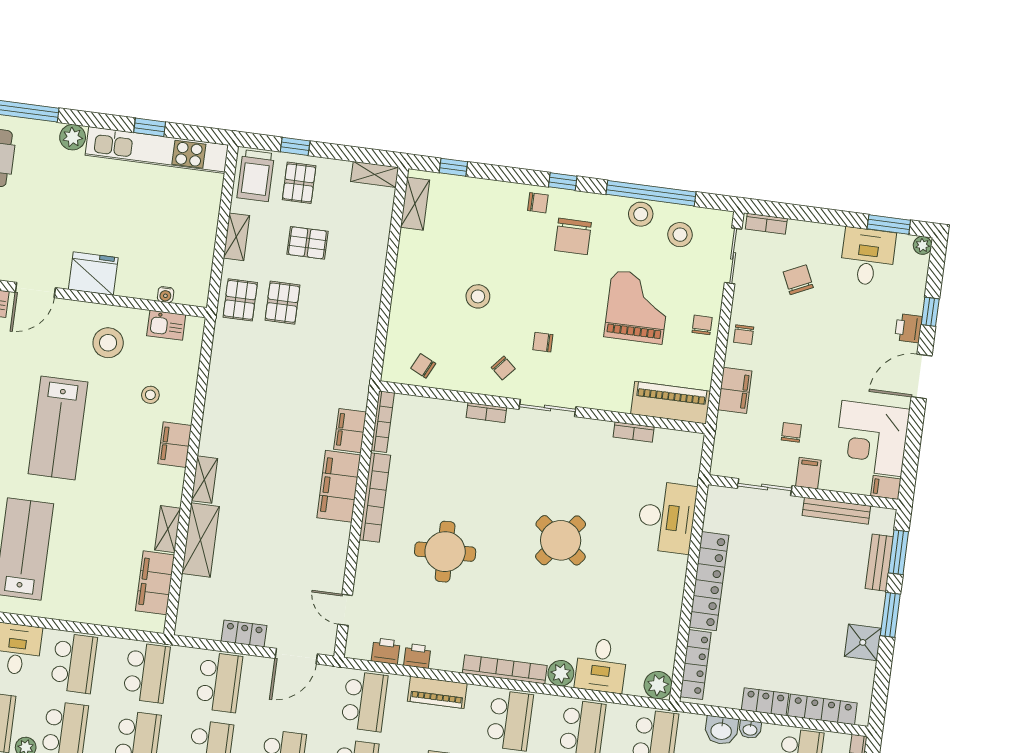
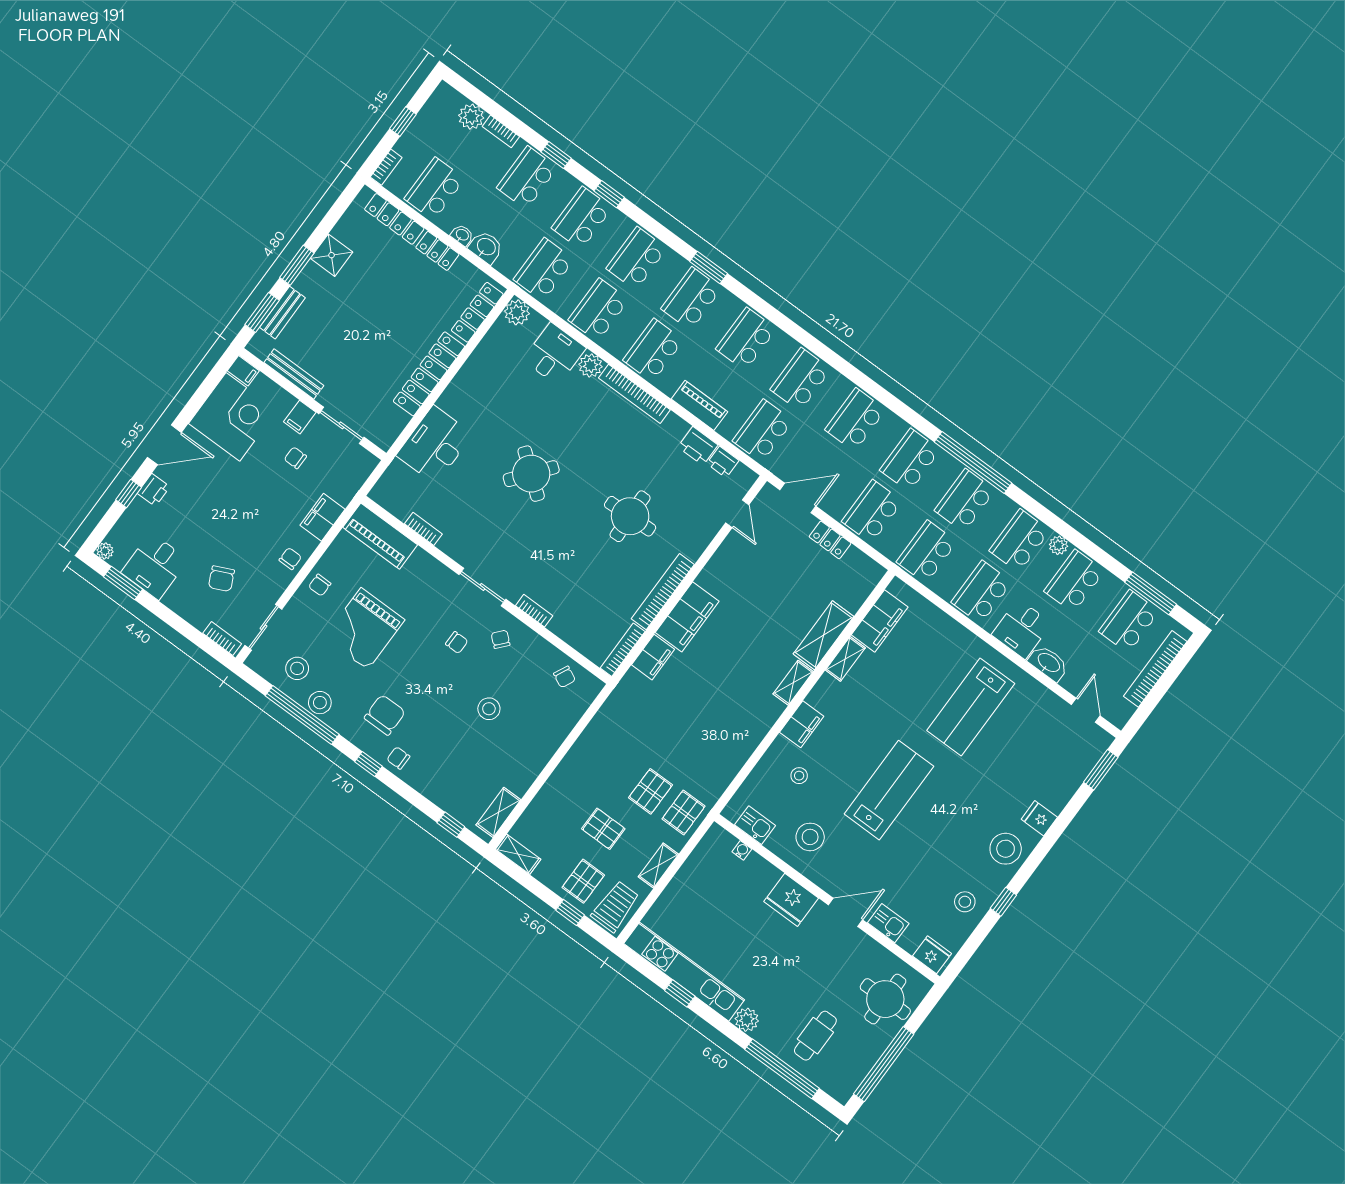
chair: (791, 432) -> (295, 458), turned 90
printer: (417, 656) -> (698, 446), width x1.36, depth x1.24

